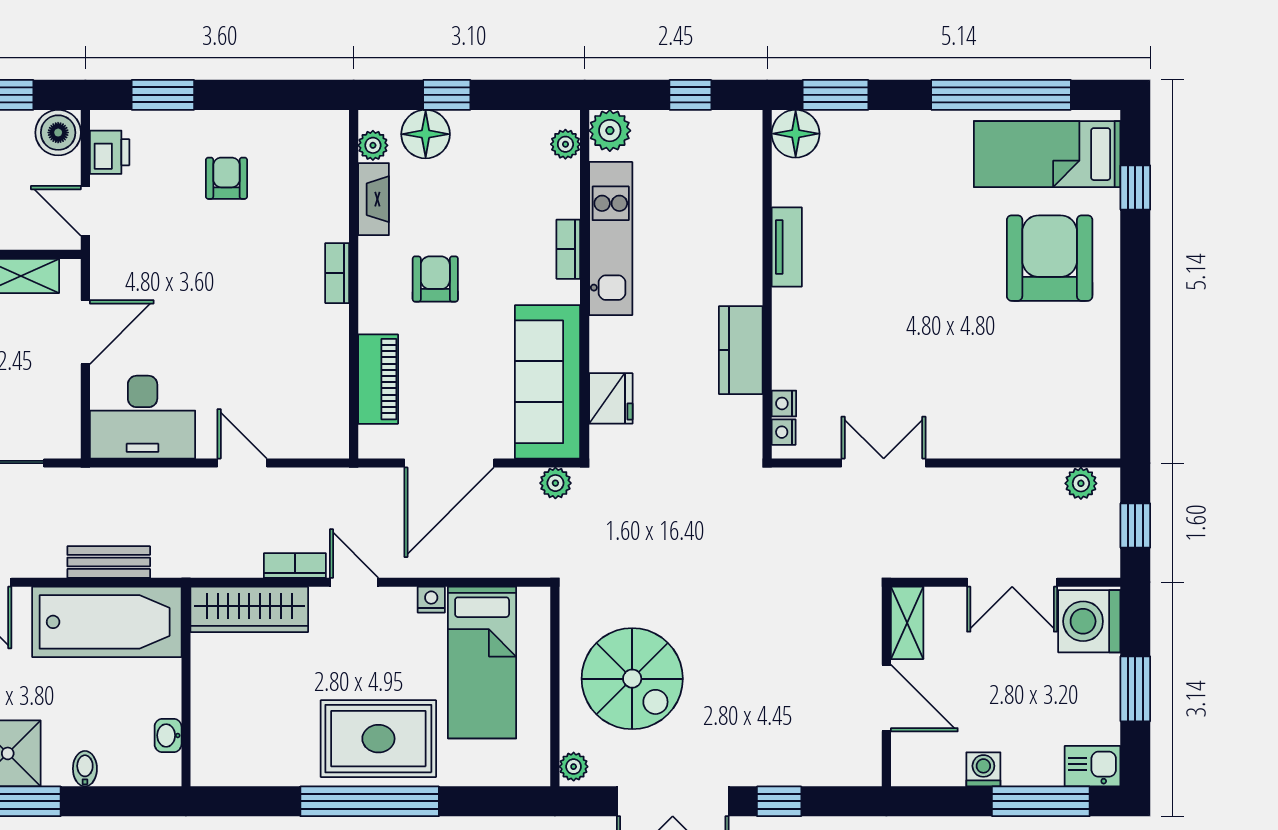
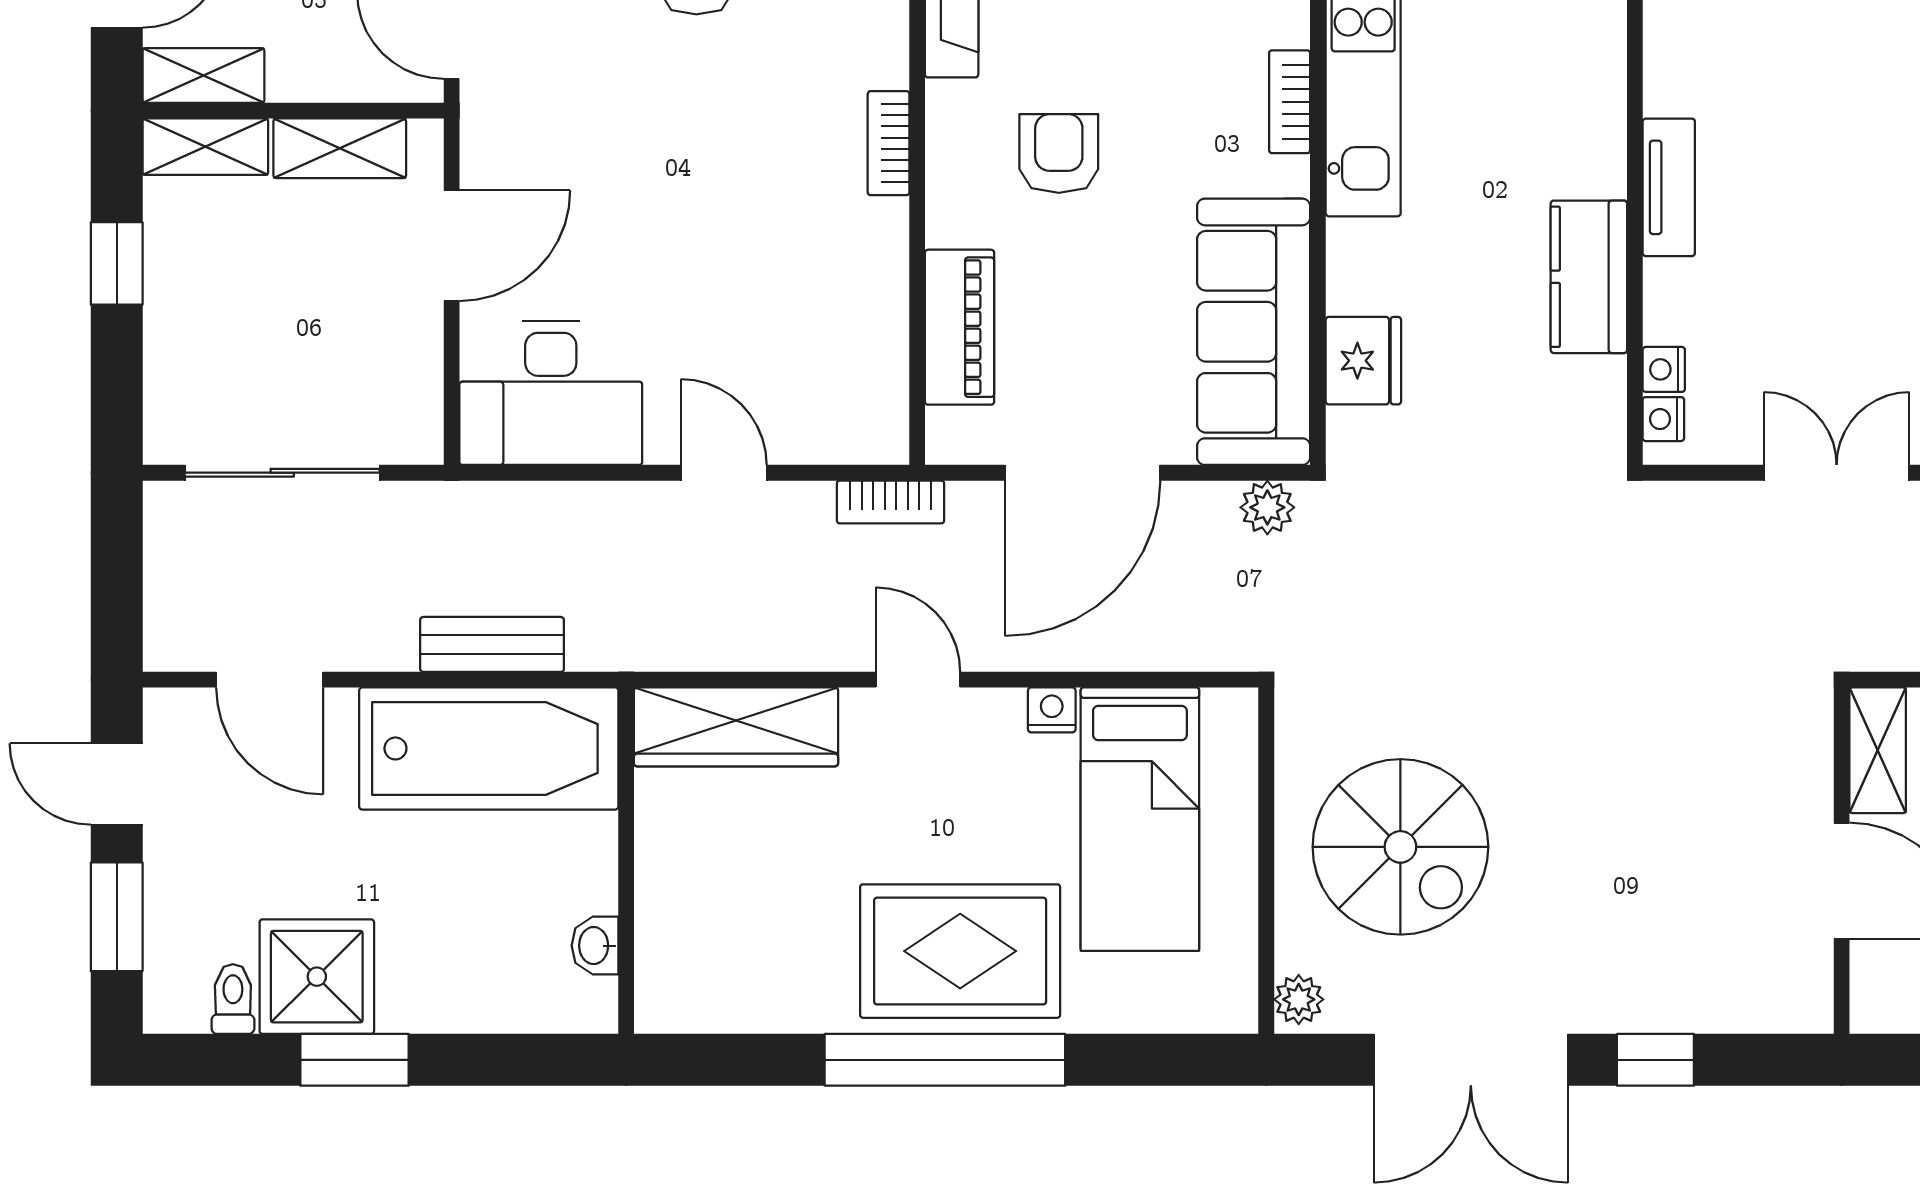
tv unit: (787, 247) -> (1669, 187), moved
bookcase: (295, 565) -> (890, 502), moved, turned 180
bidet: (85, 769) -> (451, 1003), removed

